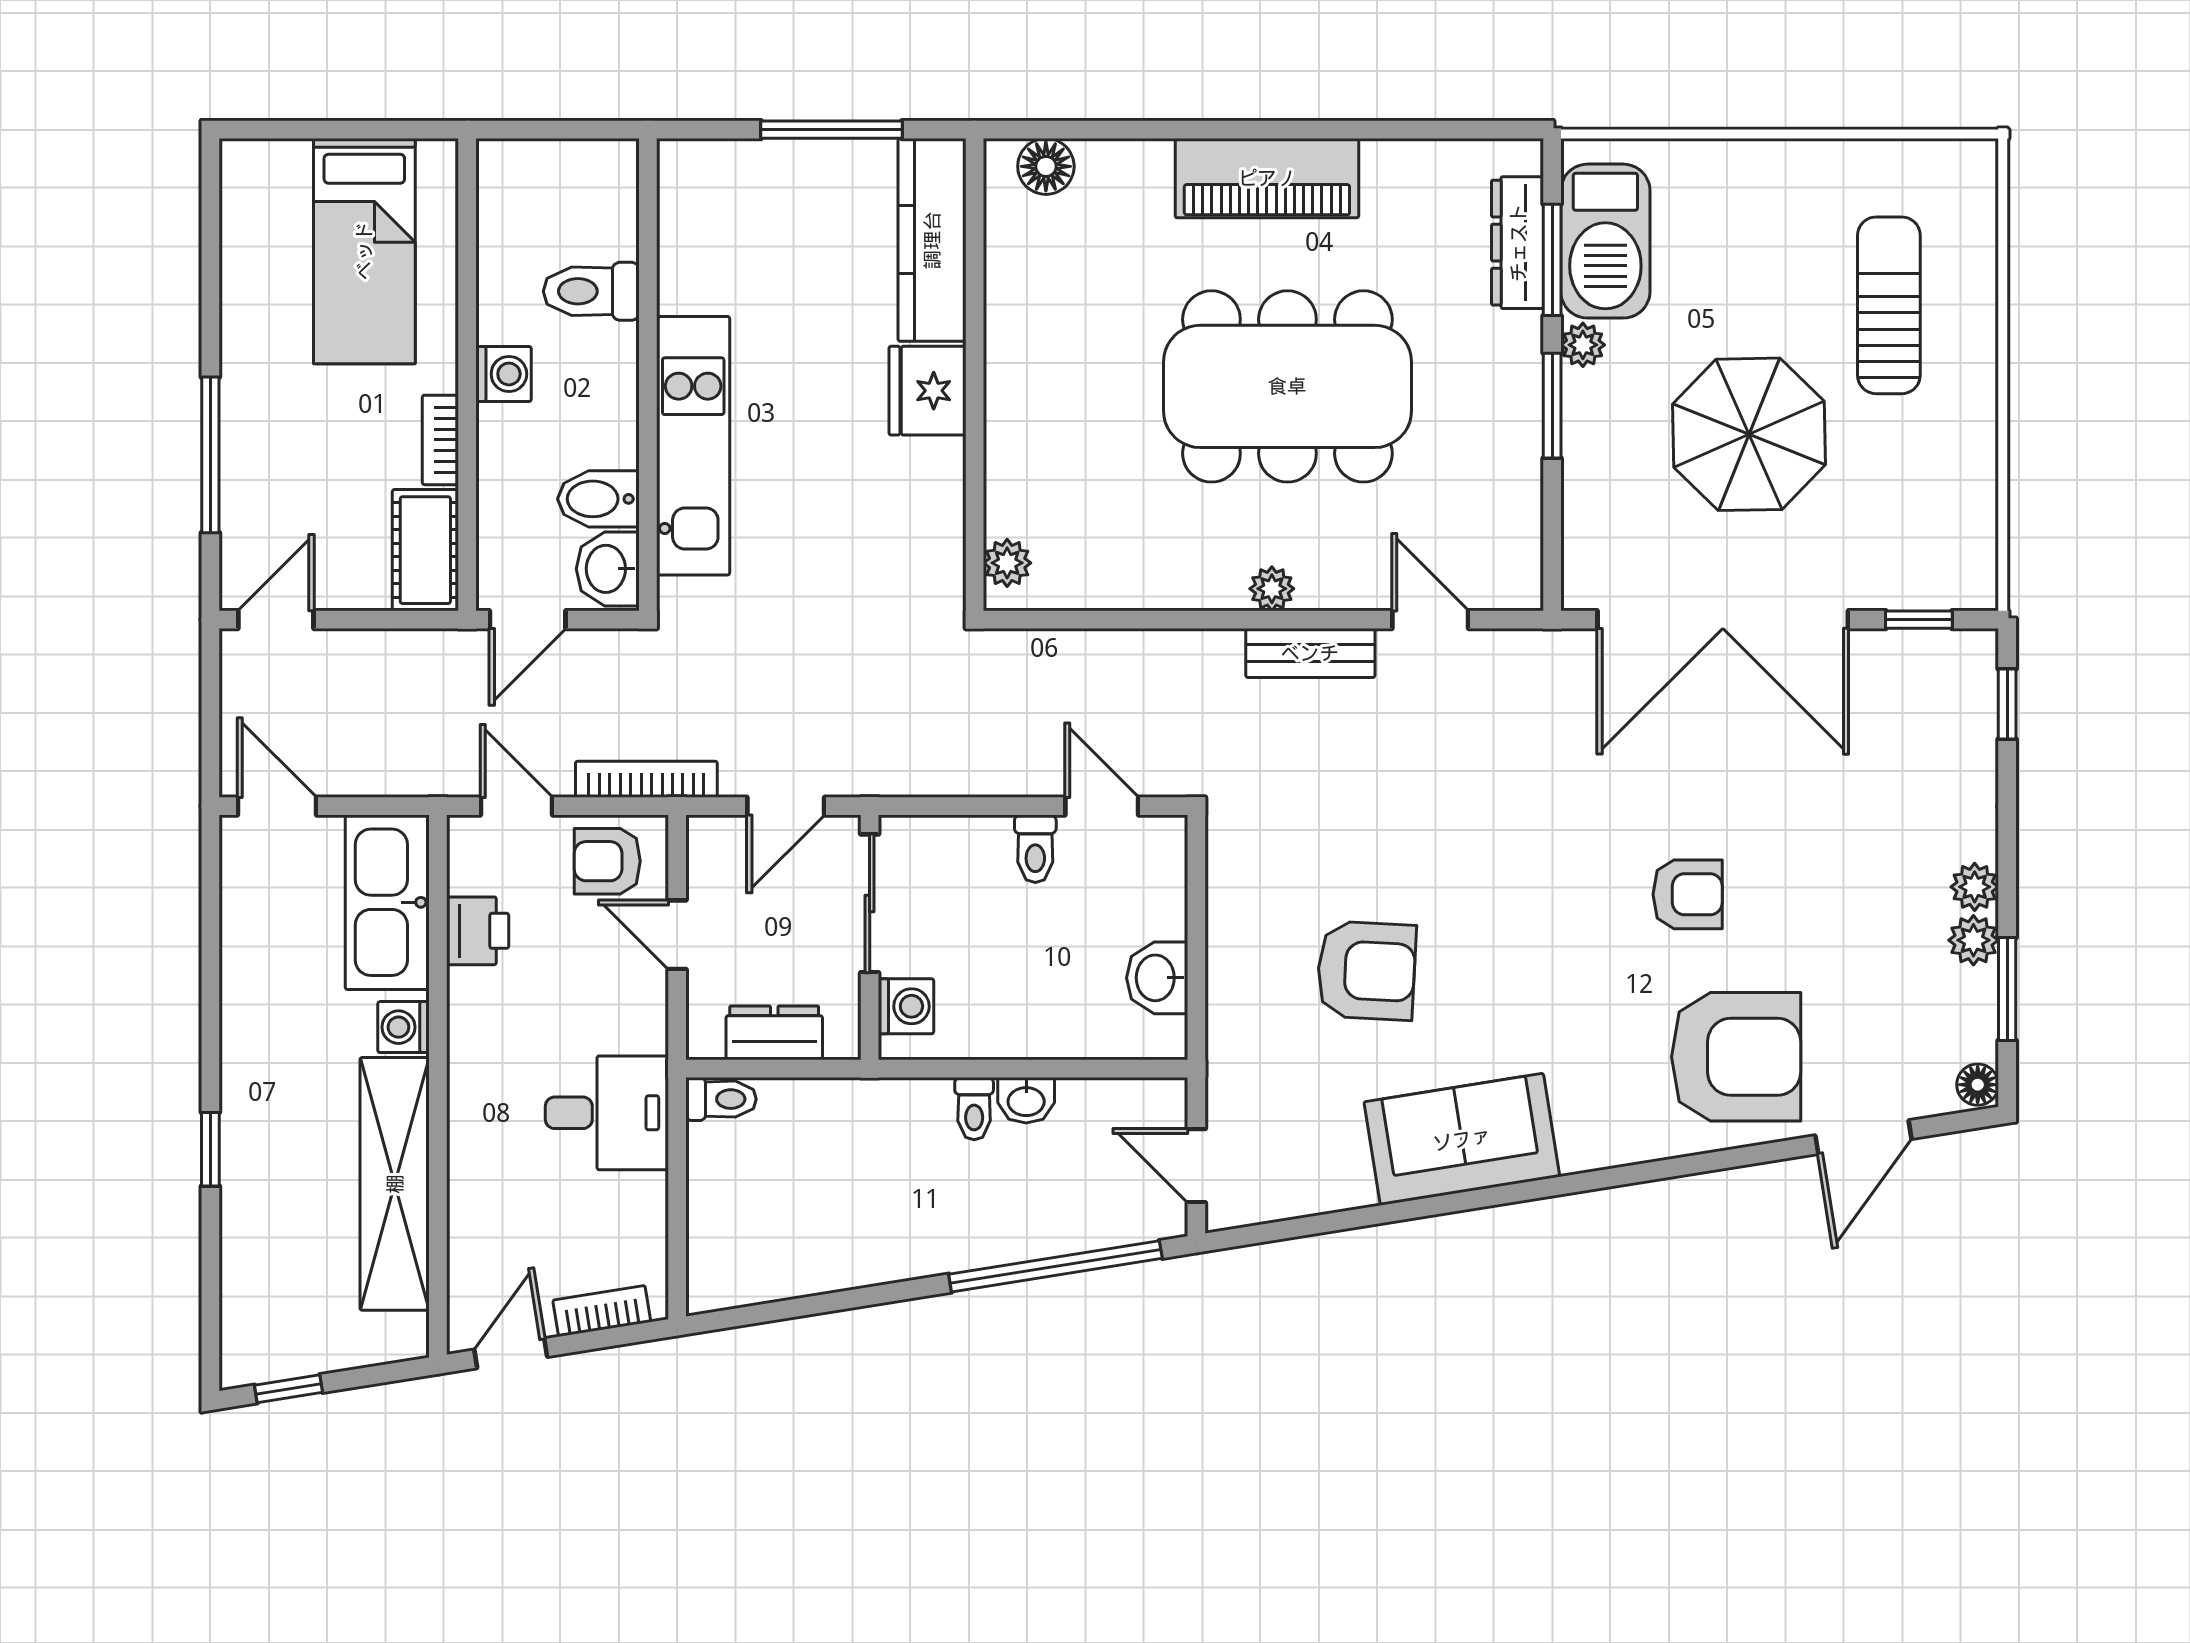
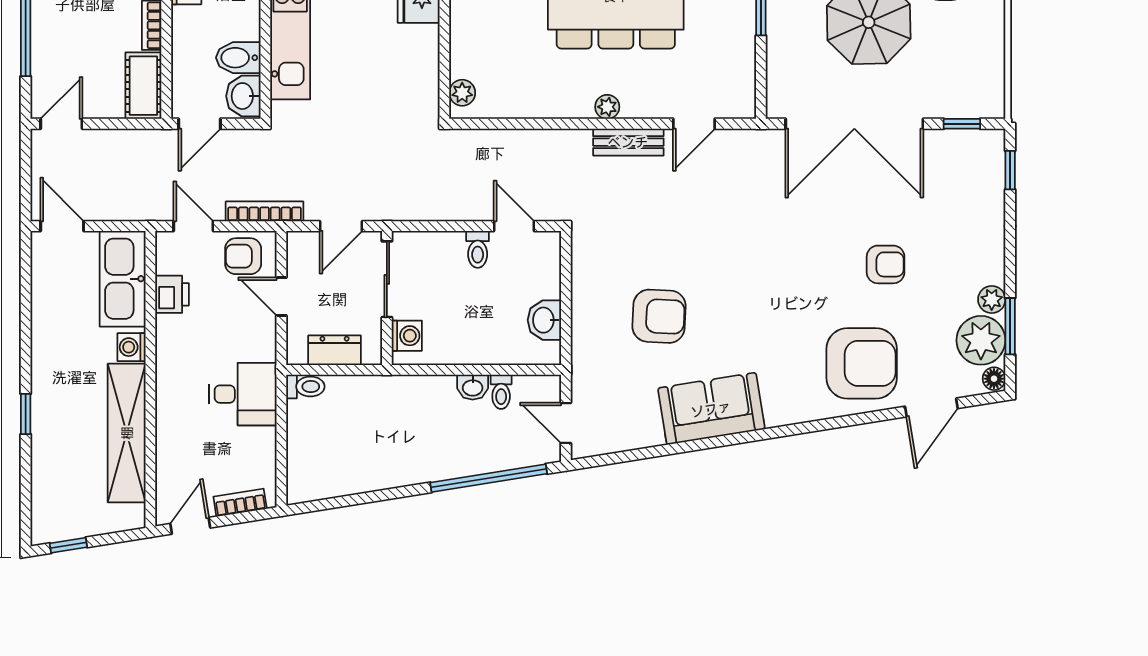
door: (1430, 620) -> (694, 124), swing flipped
plant: (1975, 887) -> (981, 340), moved, width x1.88, depth x1.88
armchair: (1688, 894) -> (886, 264), moved
toilet: (974, 1109) -> (501, 392), moved

